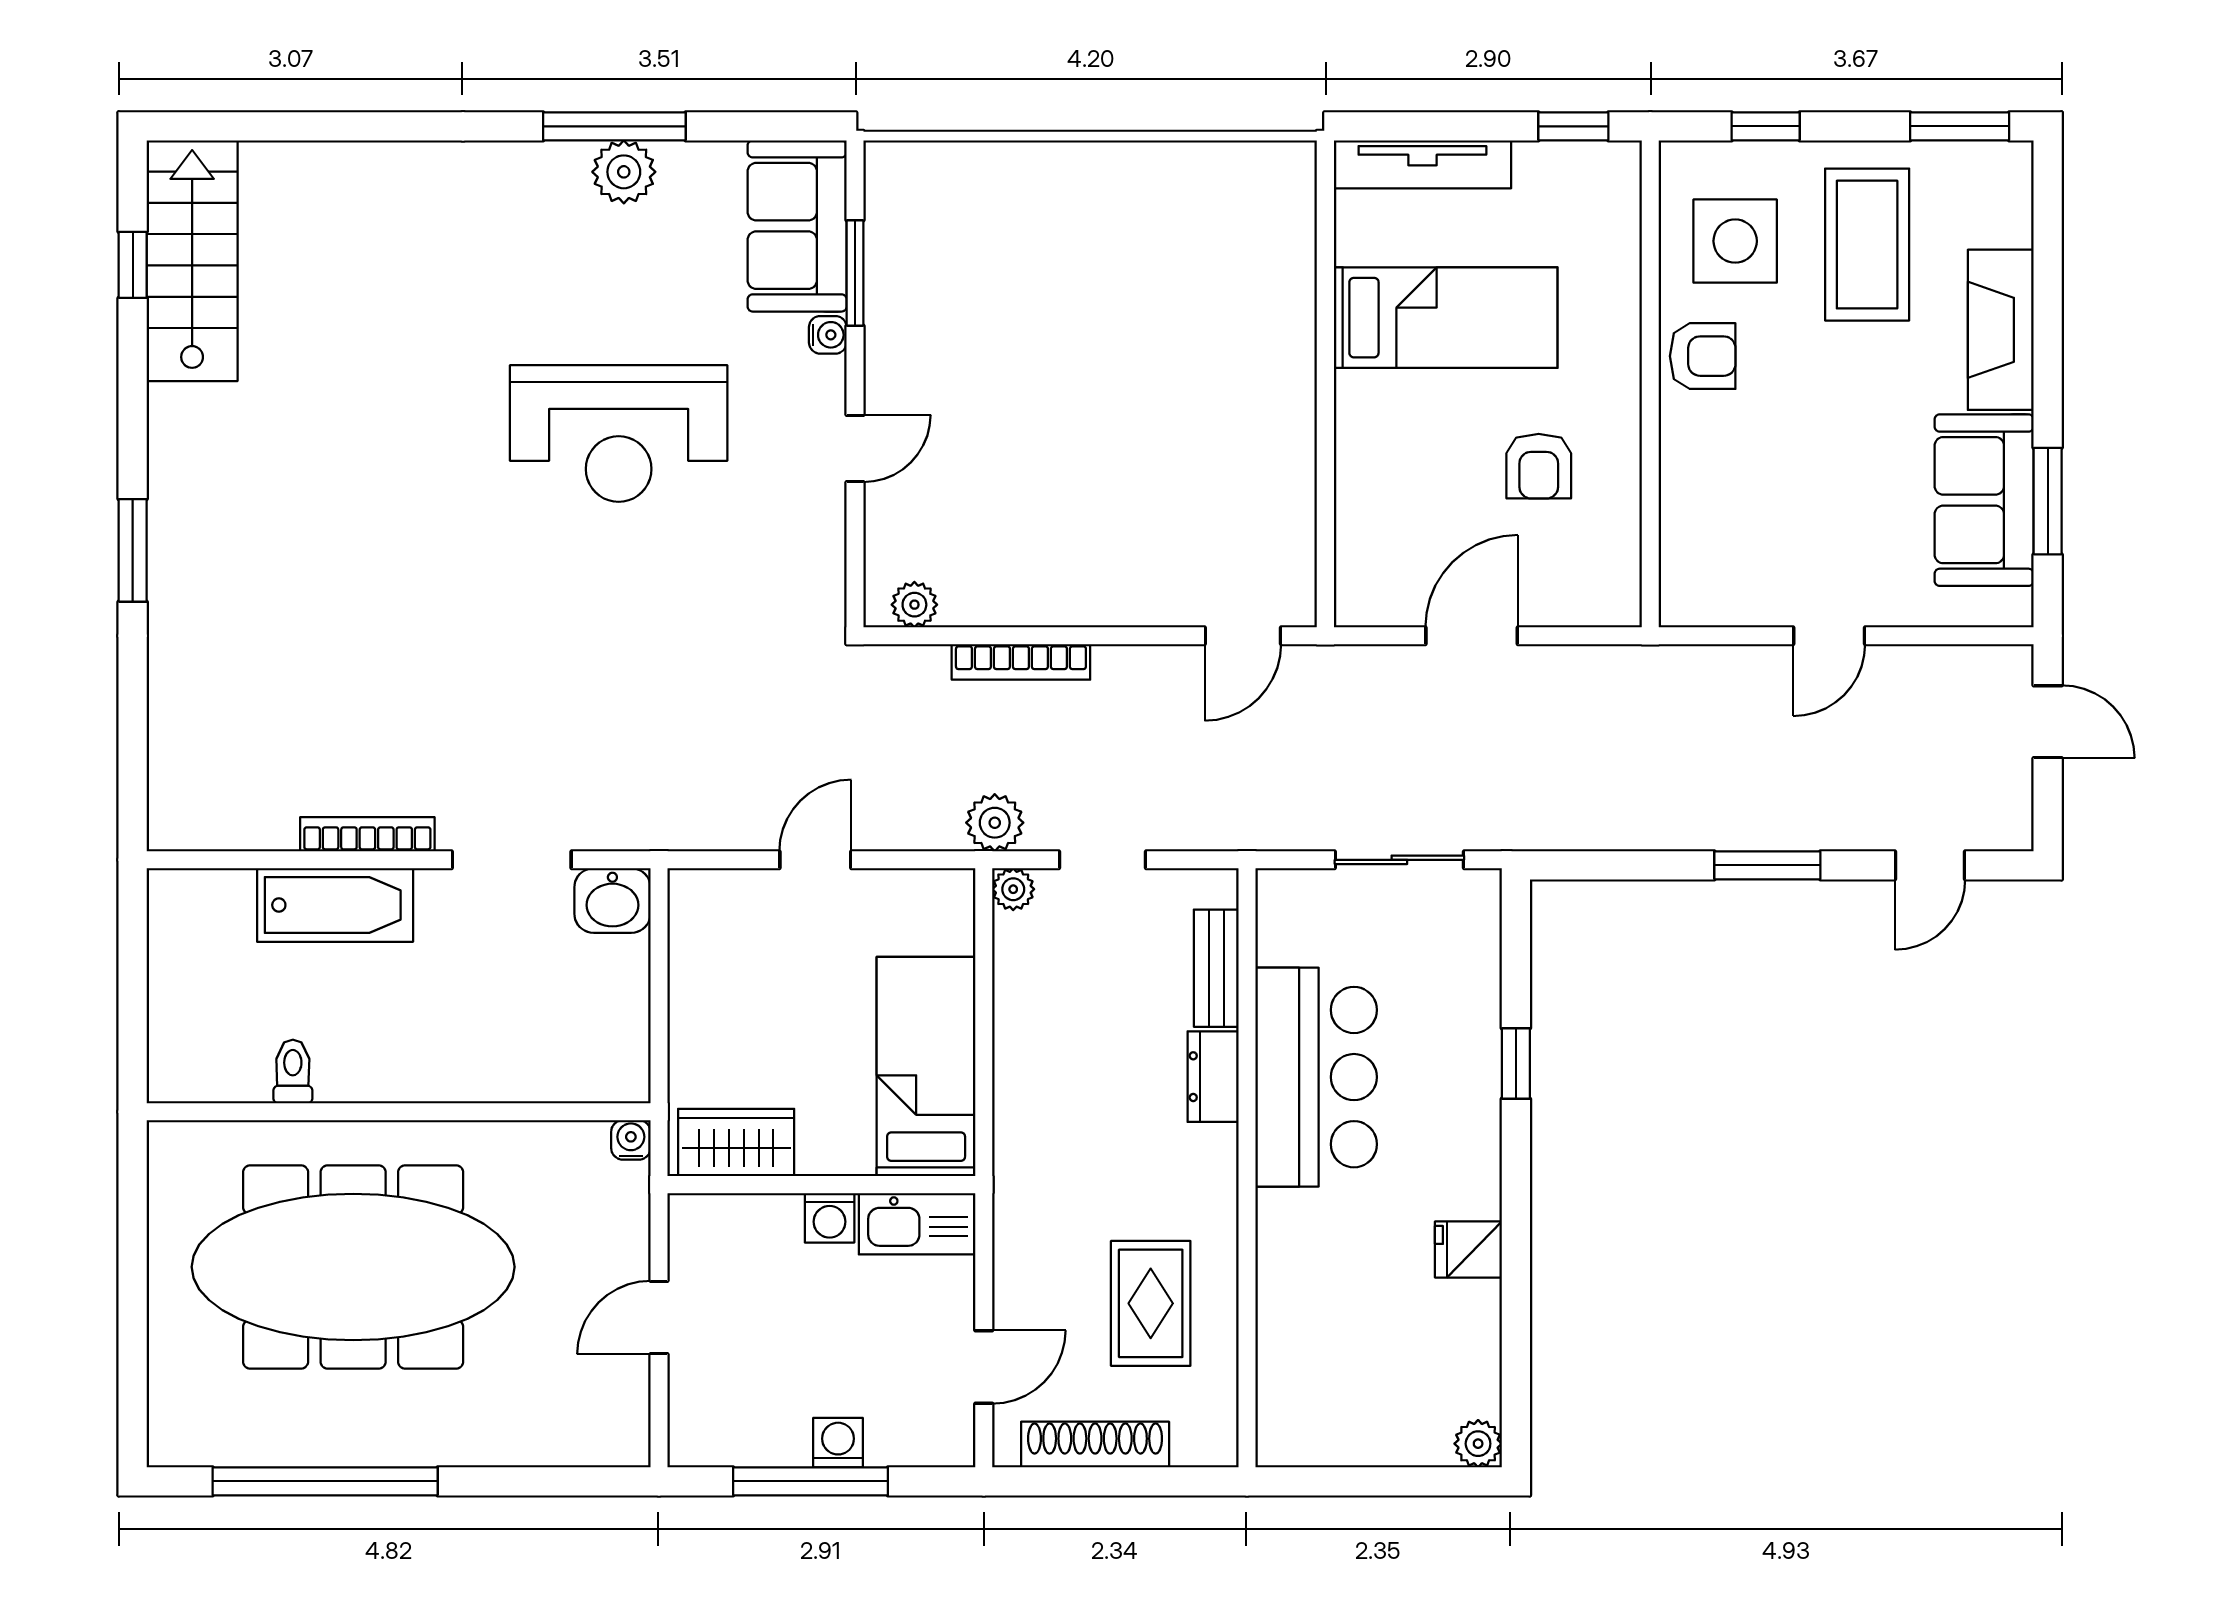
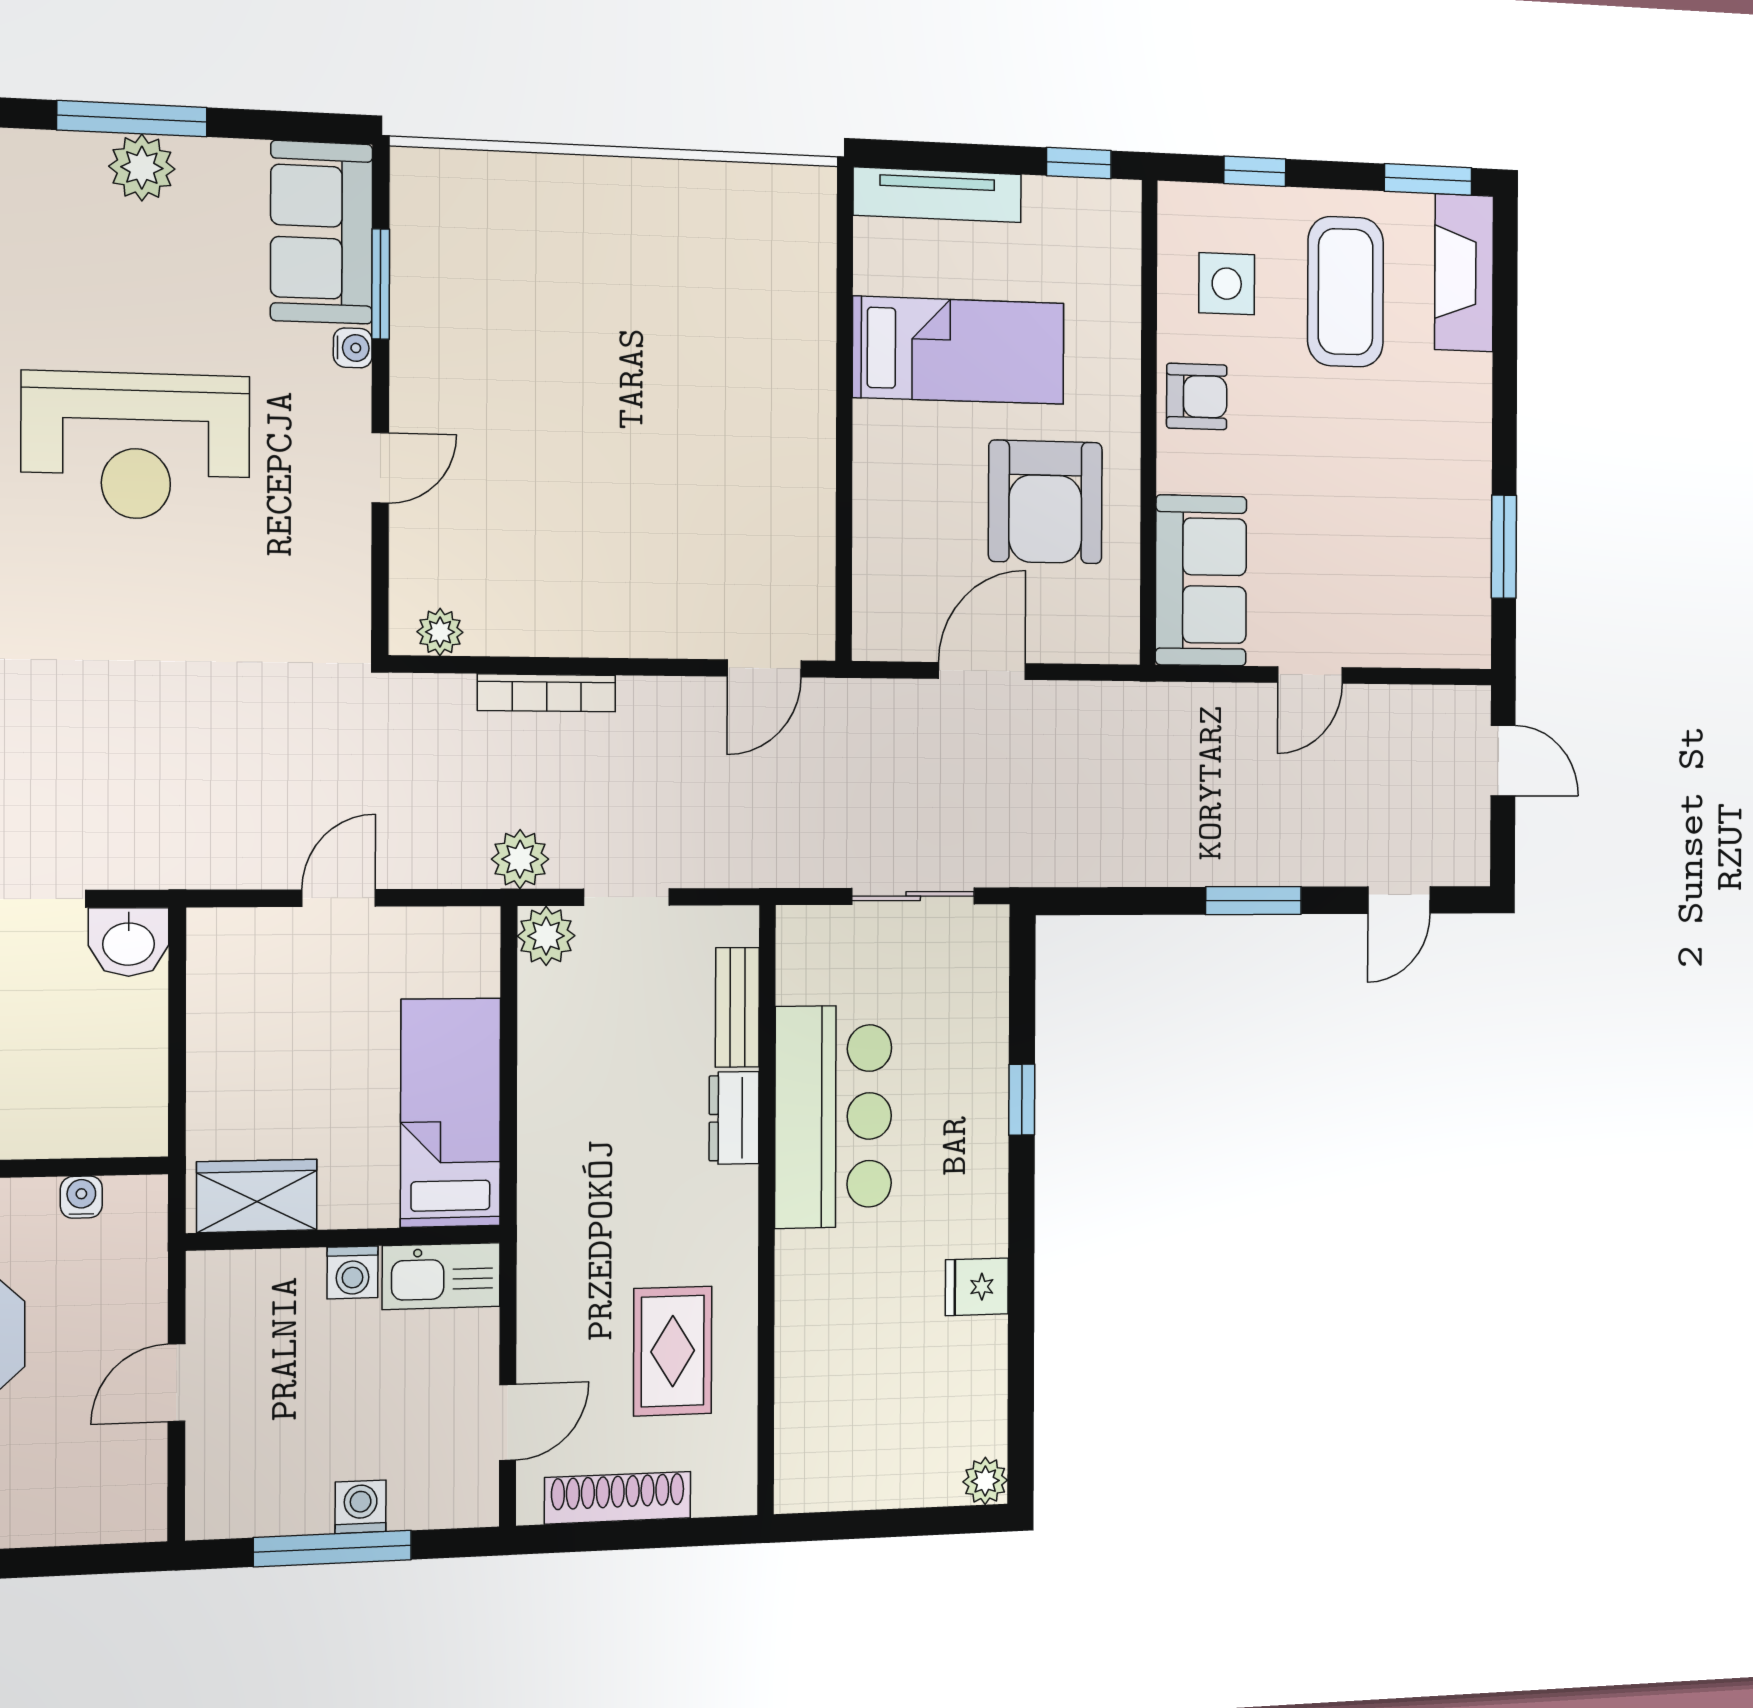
side table: (1735, 241) -> (1227, 284), width x0.73, depth x0.73
fireplace: (2001, 330) -> (1464, 273), moved
armchair: (1539, 466) -> (1045, 502), width x1.88, depth x1.88
sofa: (1984, 500) -> (1201, 580), moved, turned 180
plant: (1013, 889) -> (546, 936), width x1.38, depth x1.38
water cooler: (631, 1140) -> (81, 1197), moved

